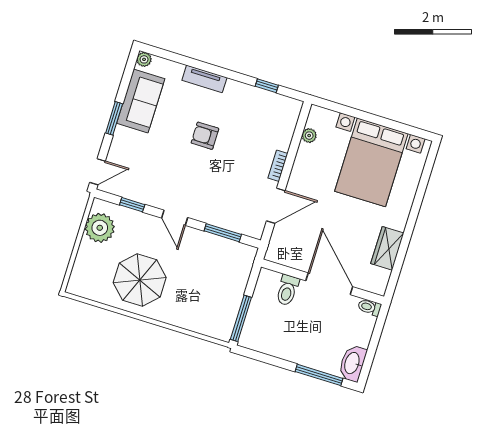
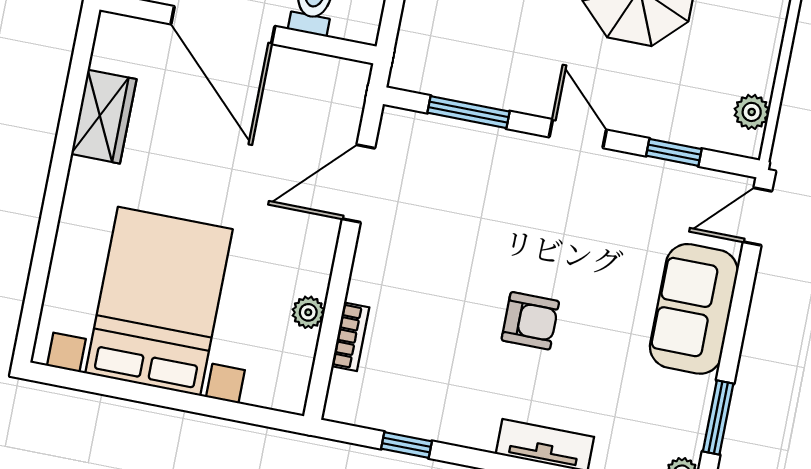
sofa: (141, 101) -> (694, 309), moved
window: (114, 118) -> (718, 418), moved
plant: (309, 136) -> (308, 312), moved
bookcase: (278, 166) -> (350, 337), moved
plant: (100, 228) -> (752, 112), width x0.53, depth x0.53

